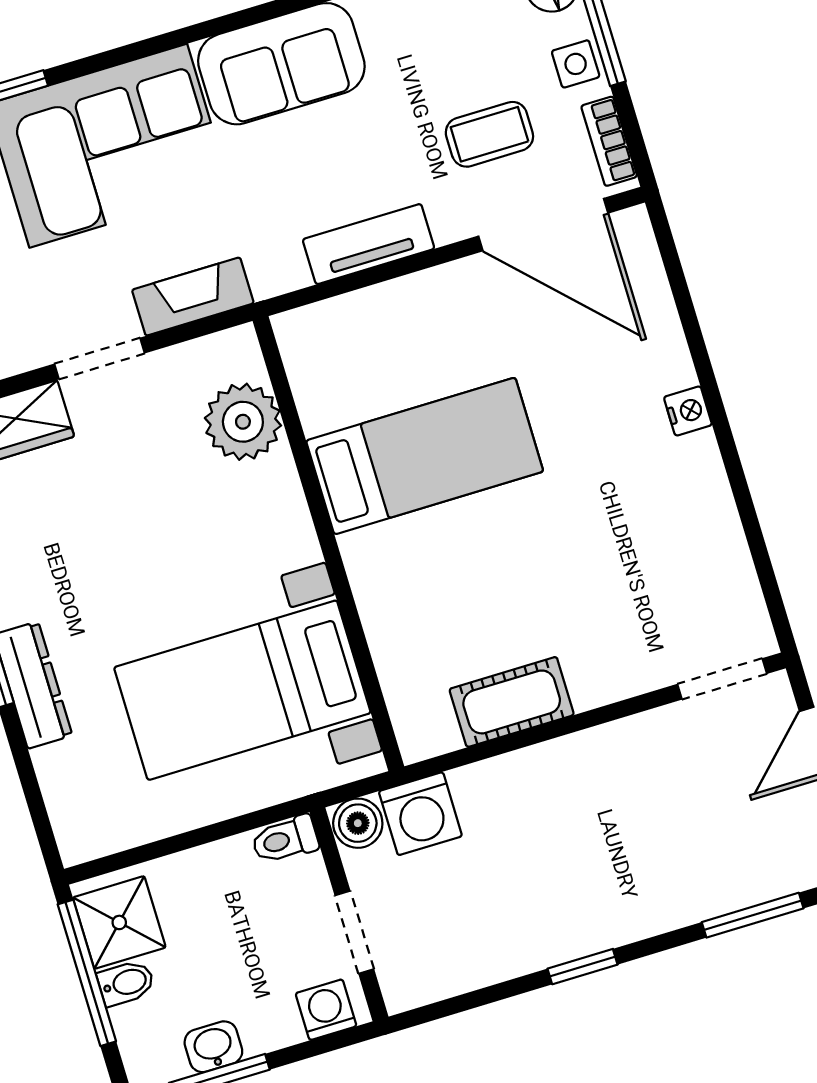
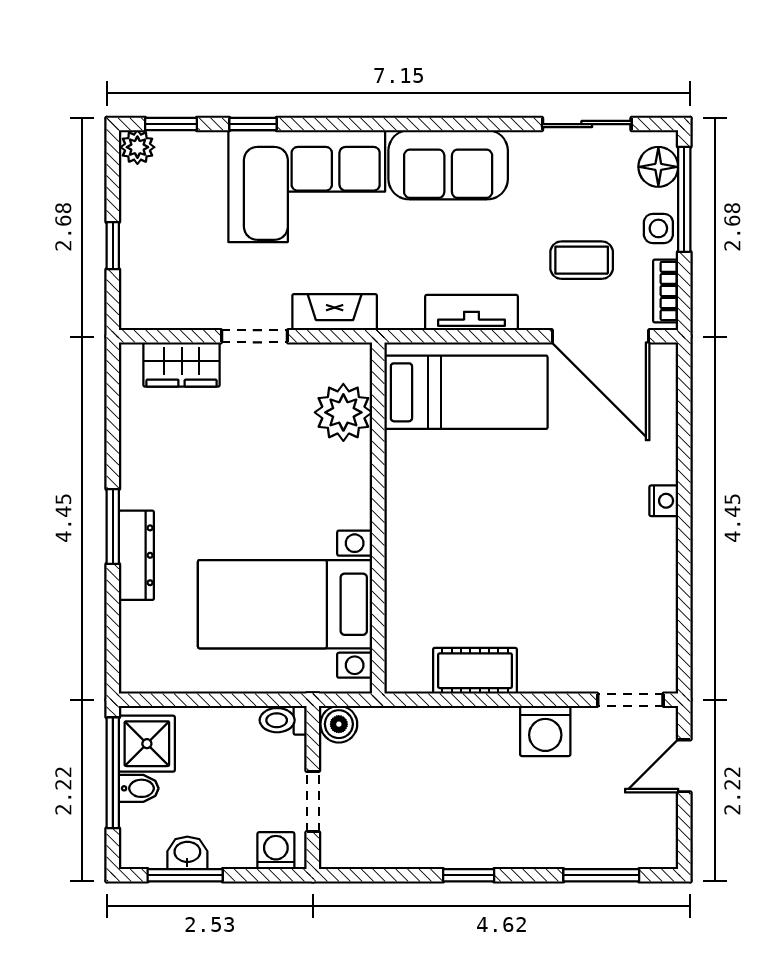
bed: (425, 456) -> (466, 392), moved
washing machine: (420, 814) -> (545, 731), moved

